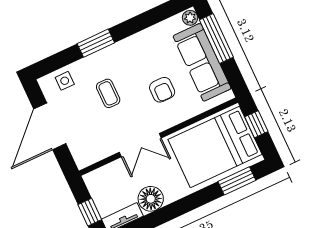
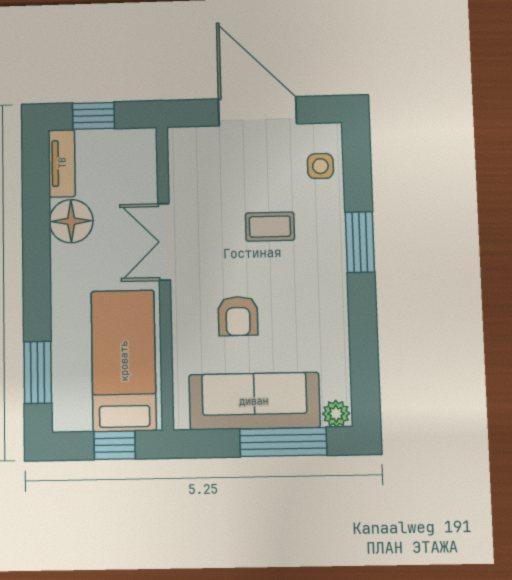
armchair: (162, 90) -> (238, 316), turned -90
bed: (215, 147) -> (124, 361), width x0.67

